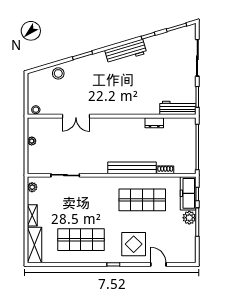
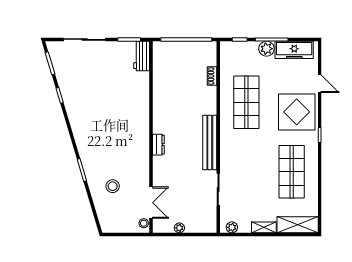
workbench: (126, 52) -> (78, 121), removed
stool: (58, 73) -> (113, 186), moved
workbench: (178, 108) -> (142, 56), width x0.73
double door: (76, 116) -> (151, 203), moved
dresser: (154, 123) -> (158, 145), moved
bench: (132, 168) -> (210, 142), moved
freezer: (188, 193) -> (294, 50), moved
display table: (134, 244) -> (297, 112), width x1.36, depth x1.36
door: (158, 264) -> (320, 84), swing flipped

